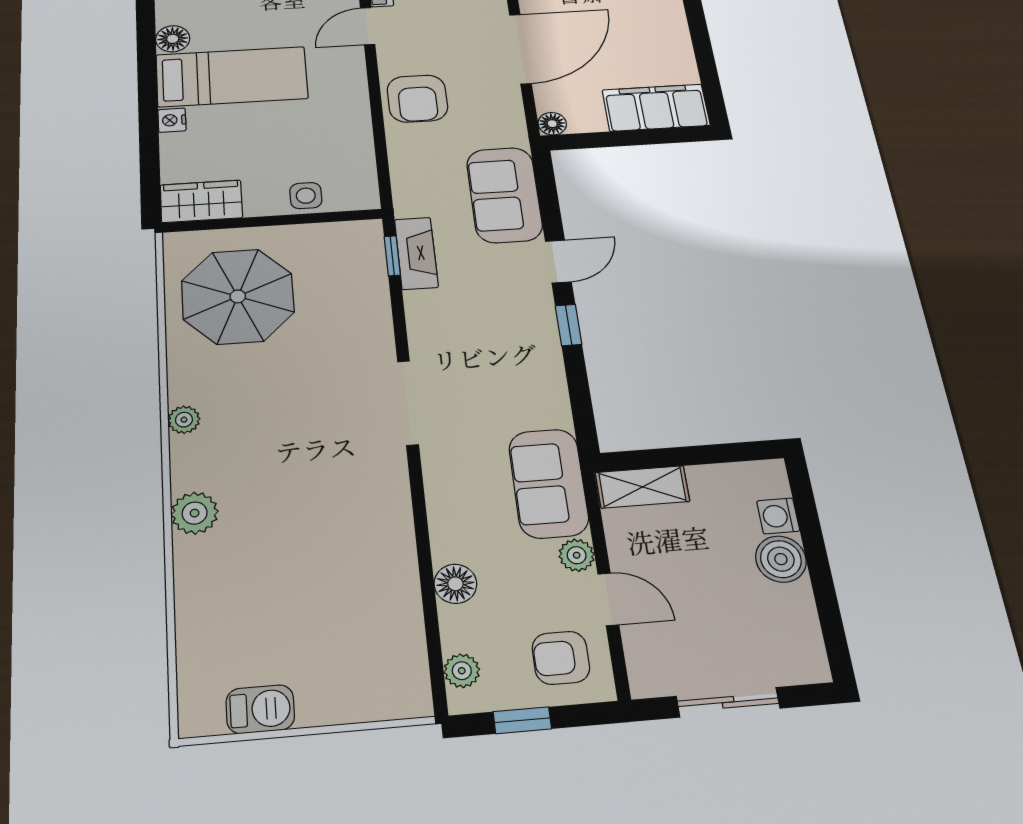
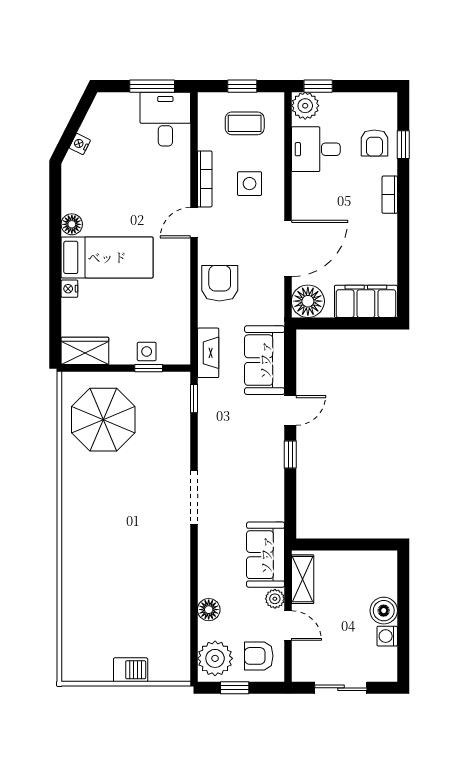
armchair: (417, 99) -> (220, 283), turned 180
floor lamp: (552, 124) -> (308, 301), width x1.89, depth x1.89
window: (311, 218) -> (149, 368), added
fireplace: (416, 253) -> (208, 353), moved
plant: (184, 420) -> (70, 498), removed
shelving: (642, 487) -> (303, 579), moved, turned 90
plant: (195, 513) -> (74, 556), removed
washing machine: (778, 516) -> (387, 636), moved
plant: (462, 671) -> (215, 658), width x1.88, depth x1.88
barbecue: (260, 709) -> (131, 670), moved

